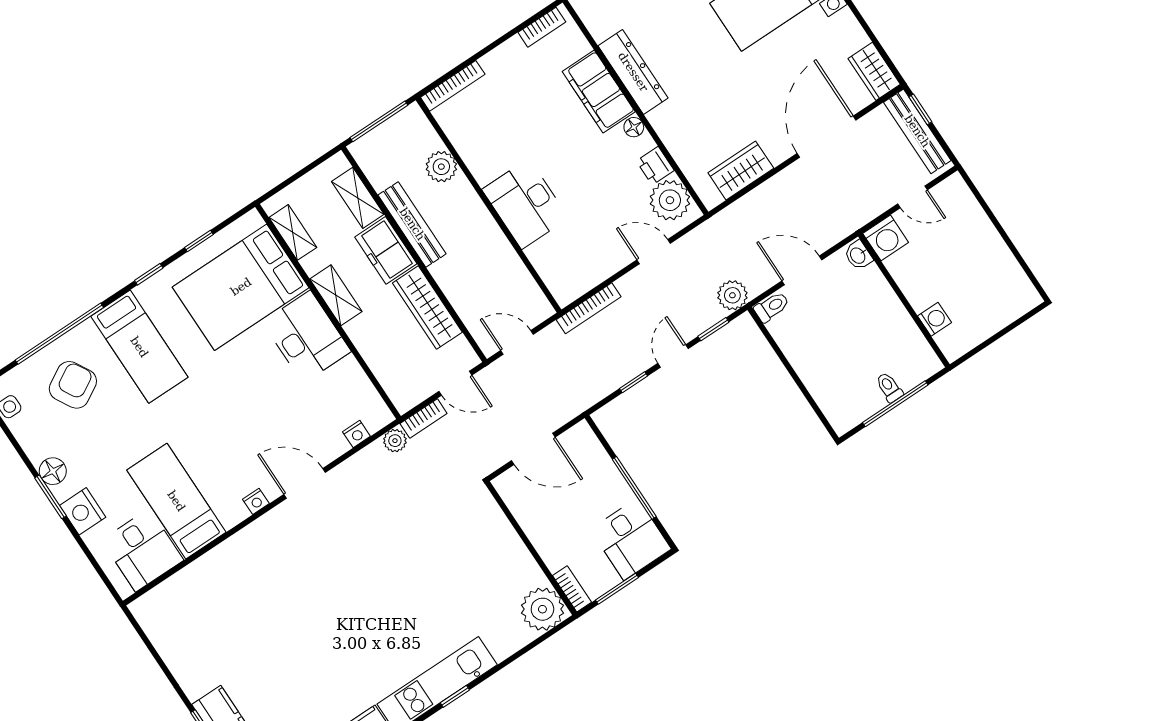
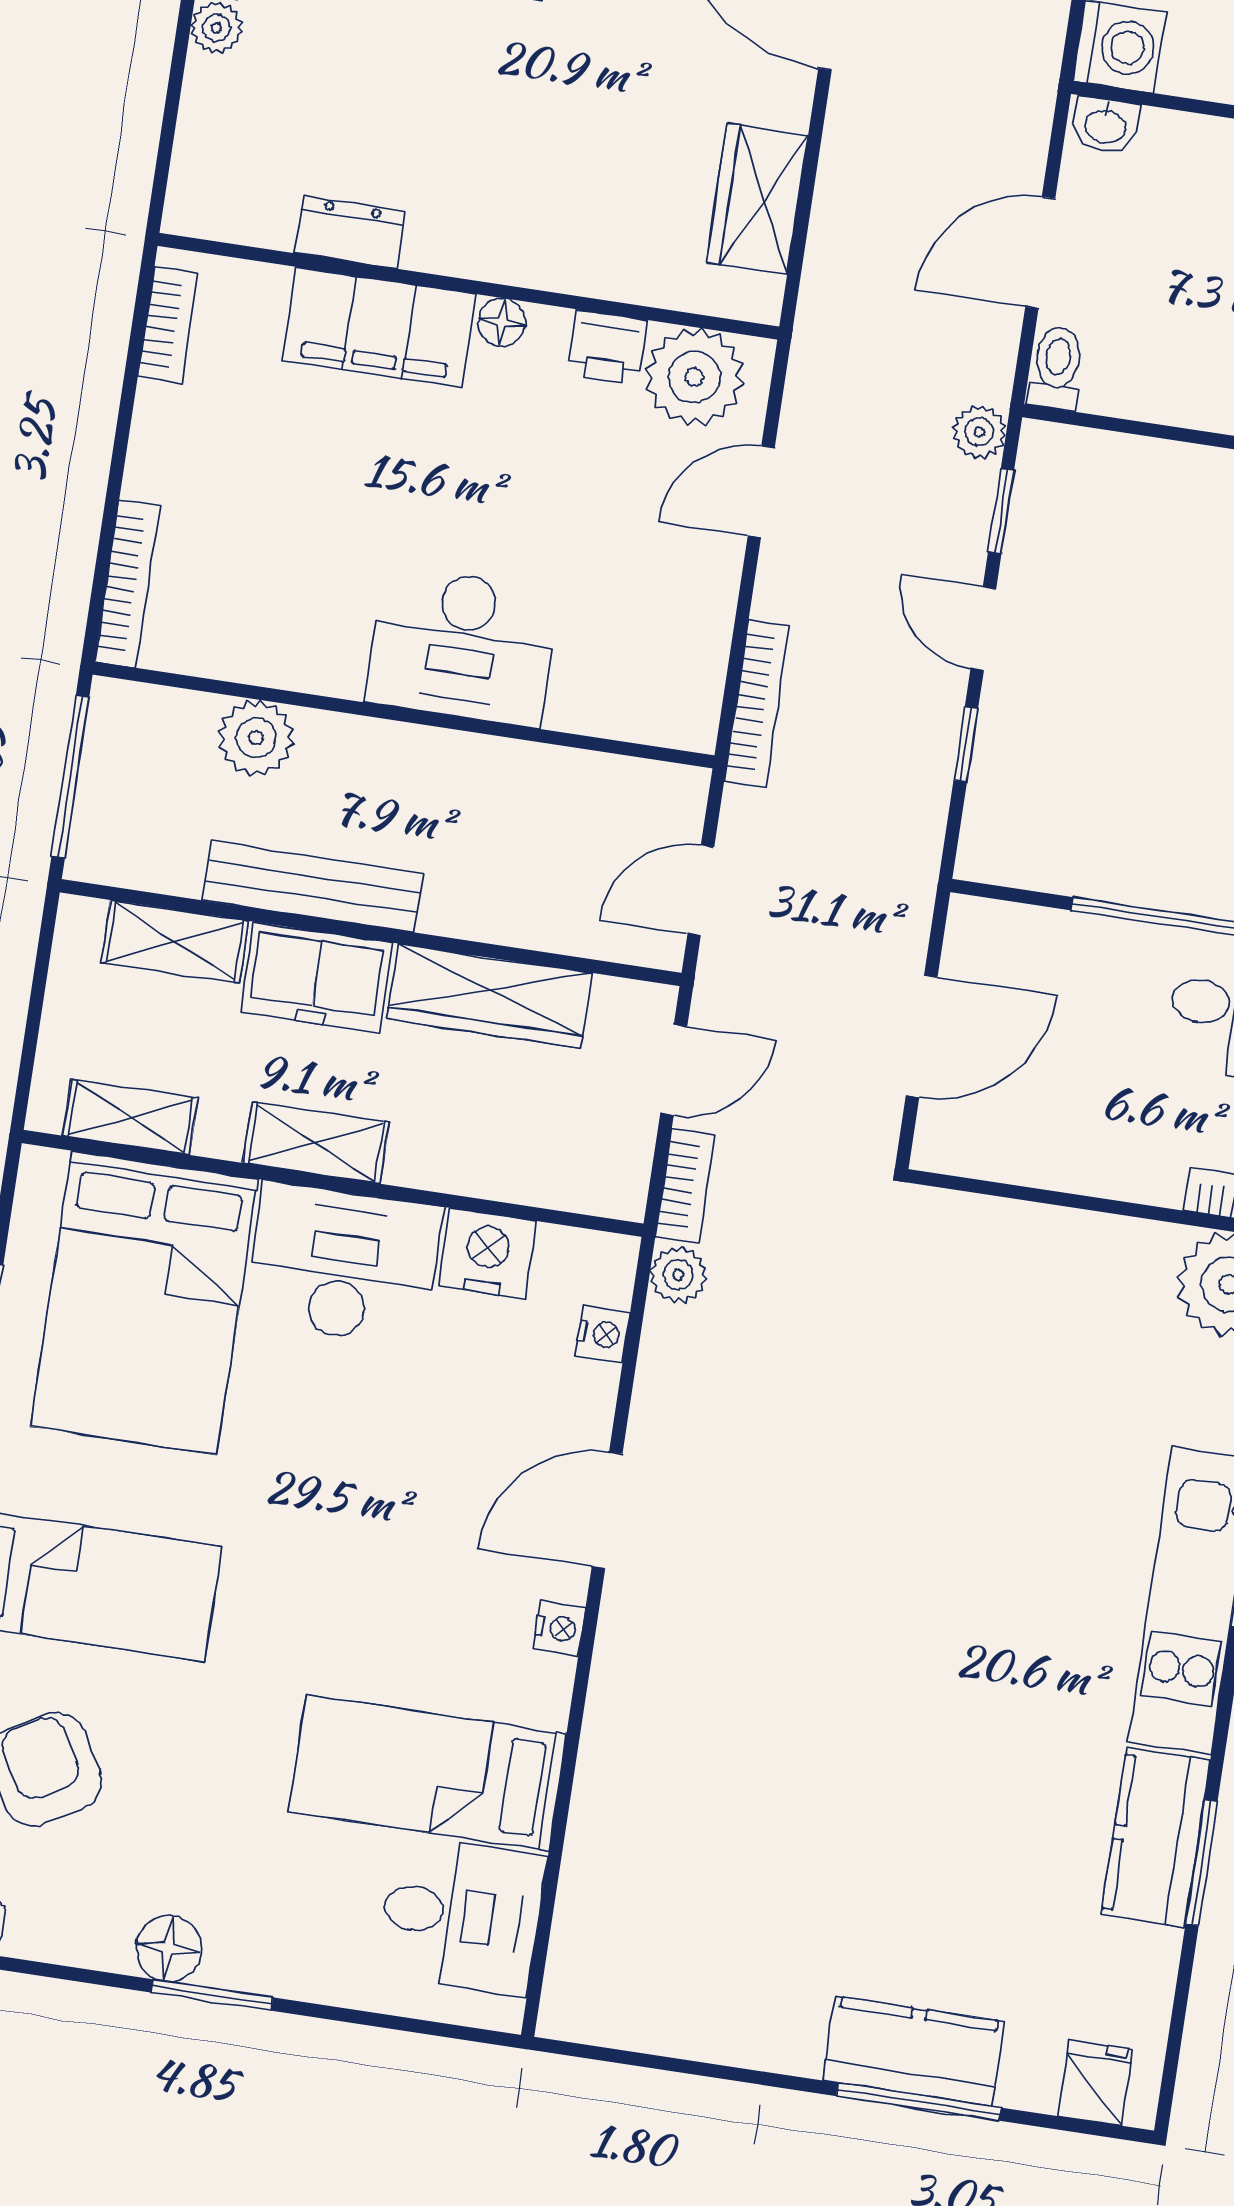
dresser: (633, 72) -> (350, 232), width x0.51, depth x0.80
plant: (732, 295) -> (979, 432), width x0.73, depth x0.73
nightstand: (83, 511) -> (487, 1253), moved, turned 180

